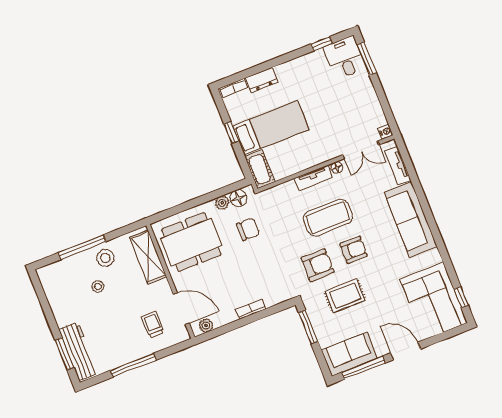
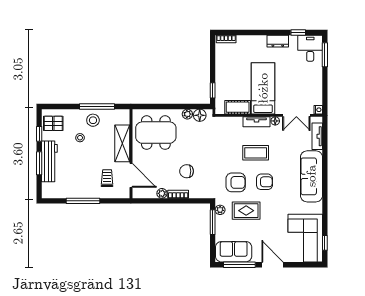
dresser: (262, 80) -> (278, 41), moved
bed: (271, 128) -> (263, 88), moved, turned -90
window: (231, 133) -> (213, 90), moved
cot: (260, 169) -> (238, 107), moved, turned 90
coffee table: (328, 218) -> (256, 153), width x0.73, depth x0.76
chair: (248, 229) -> (187, 171), moved, turned 180
window: (82, 247) -> (97, 107), moved
shelving: (148, 257) -> (122, 143), moved
pallet: (57, 282) -> (53, 123), added
window: (44, 302) -> (39, 134), added
plant: (312, 308) -> (220, 210), added
plant: (206, 325) -> (162, 193), moved
workbench: (78, 351) -> (49, 161), moved
window: (64, 354) -> (39, 163), moved

